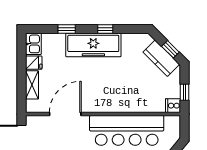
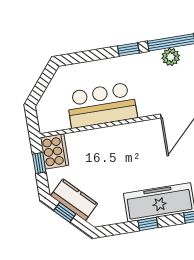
cooker: (173, 106) -> (54, 151), width x1.87, depth x1.31
bar counter: (127, 130) -> (102, 105), width x0.73

